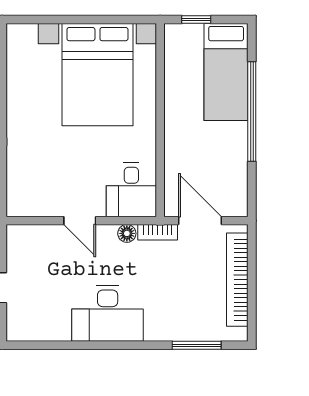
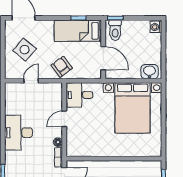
bed with nightstands: (97, 75) -> (133, 108), moved, turned -90
desk: (131, 190) -> (79, 95), moved

